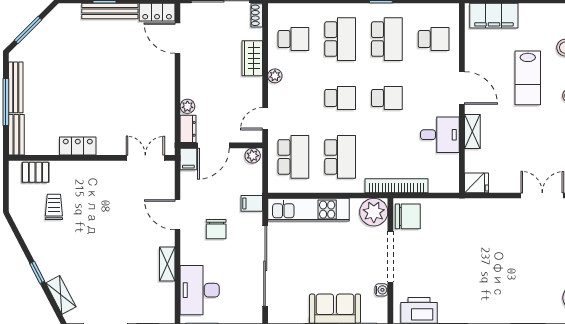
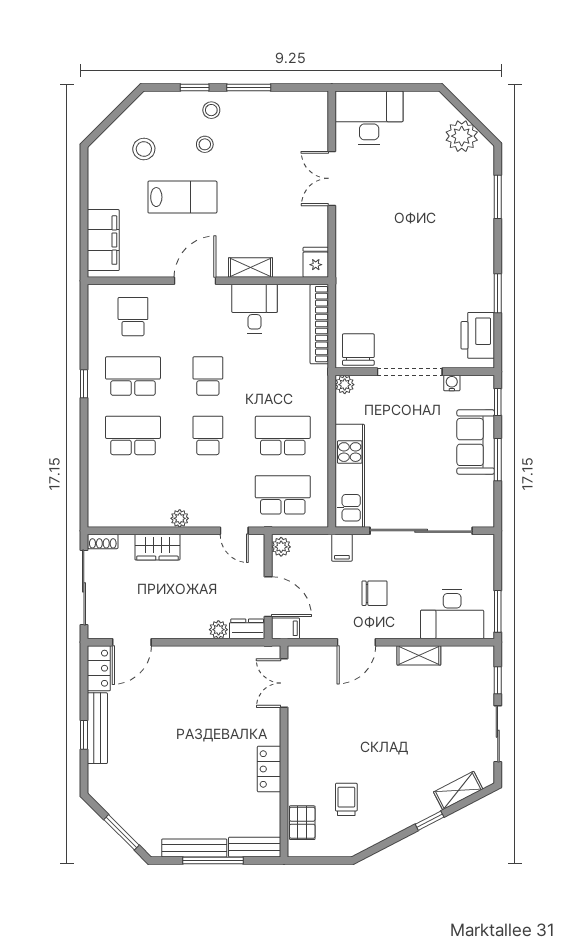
school desk: (293, 39) -> (133, 495), removed
bookcase: (396, 186) -> (319, 324), moved
trolley: (54, 207) -> (346, 799), turned 90
plant: (374, 212) -> (345, 385), width x0.53, depth x0.53

